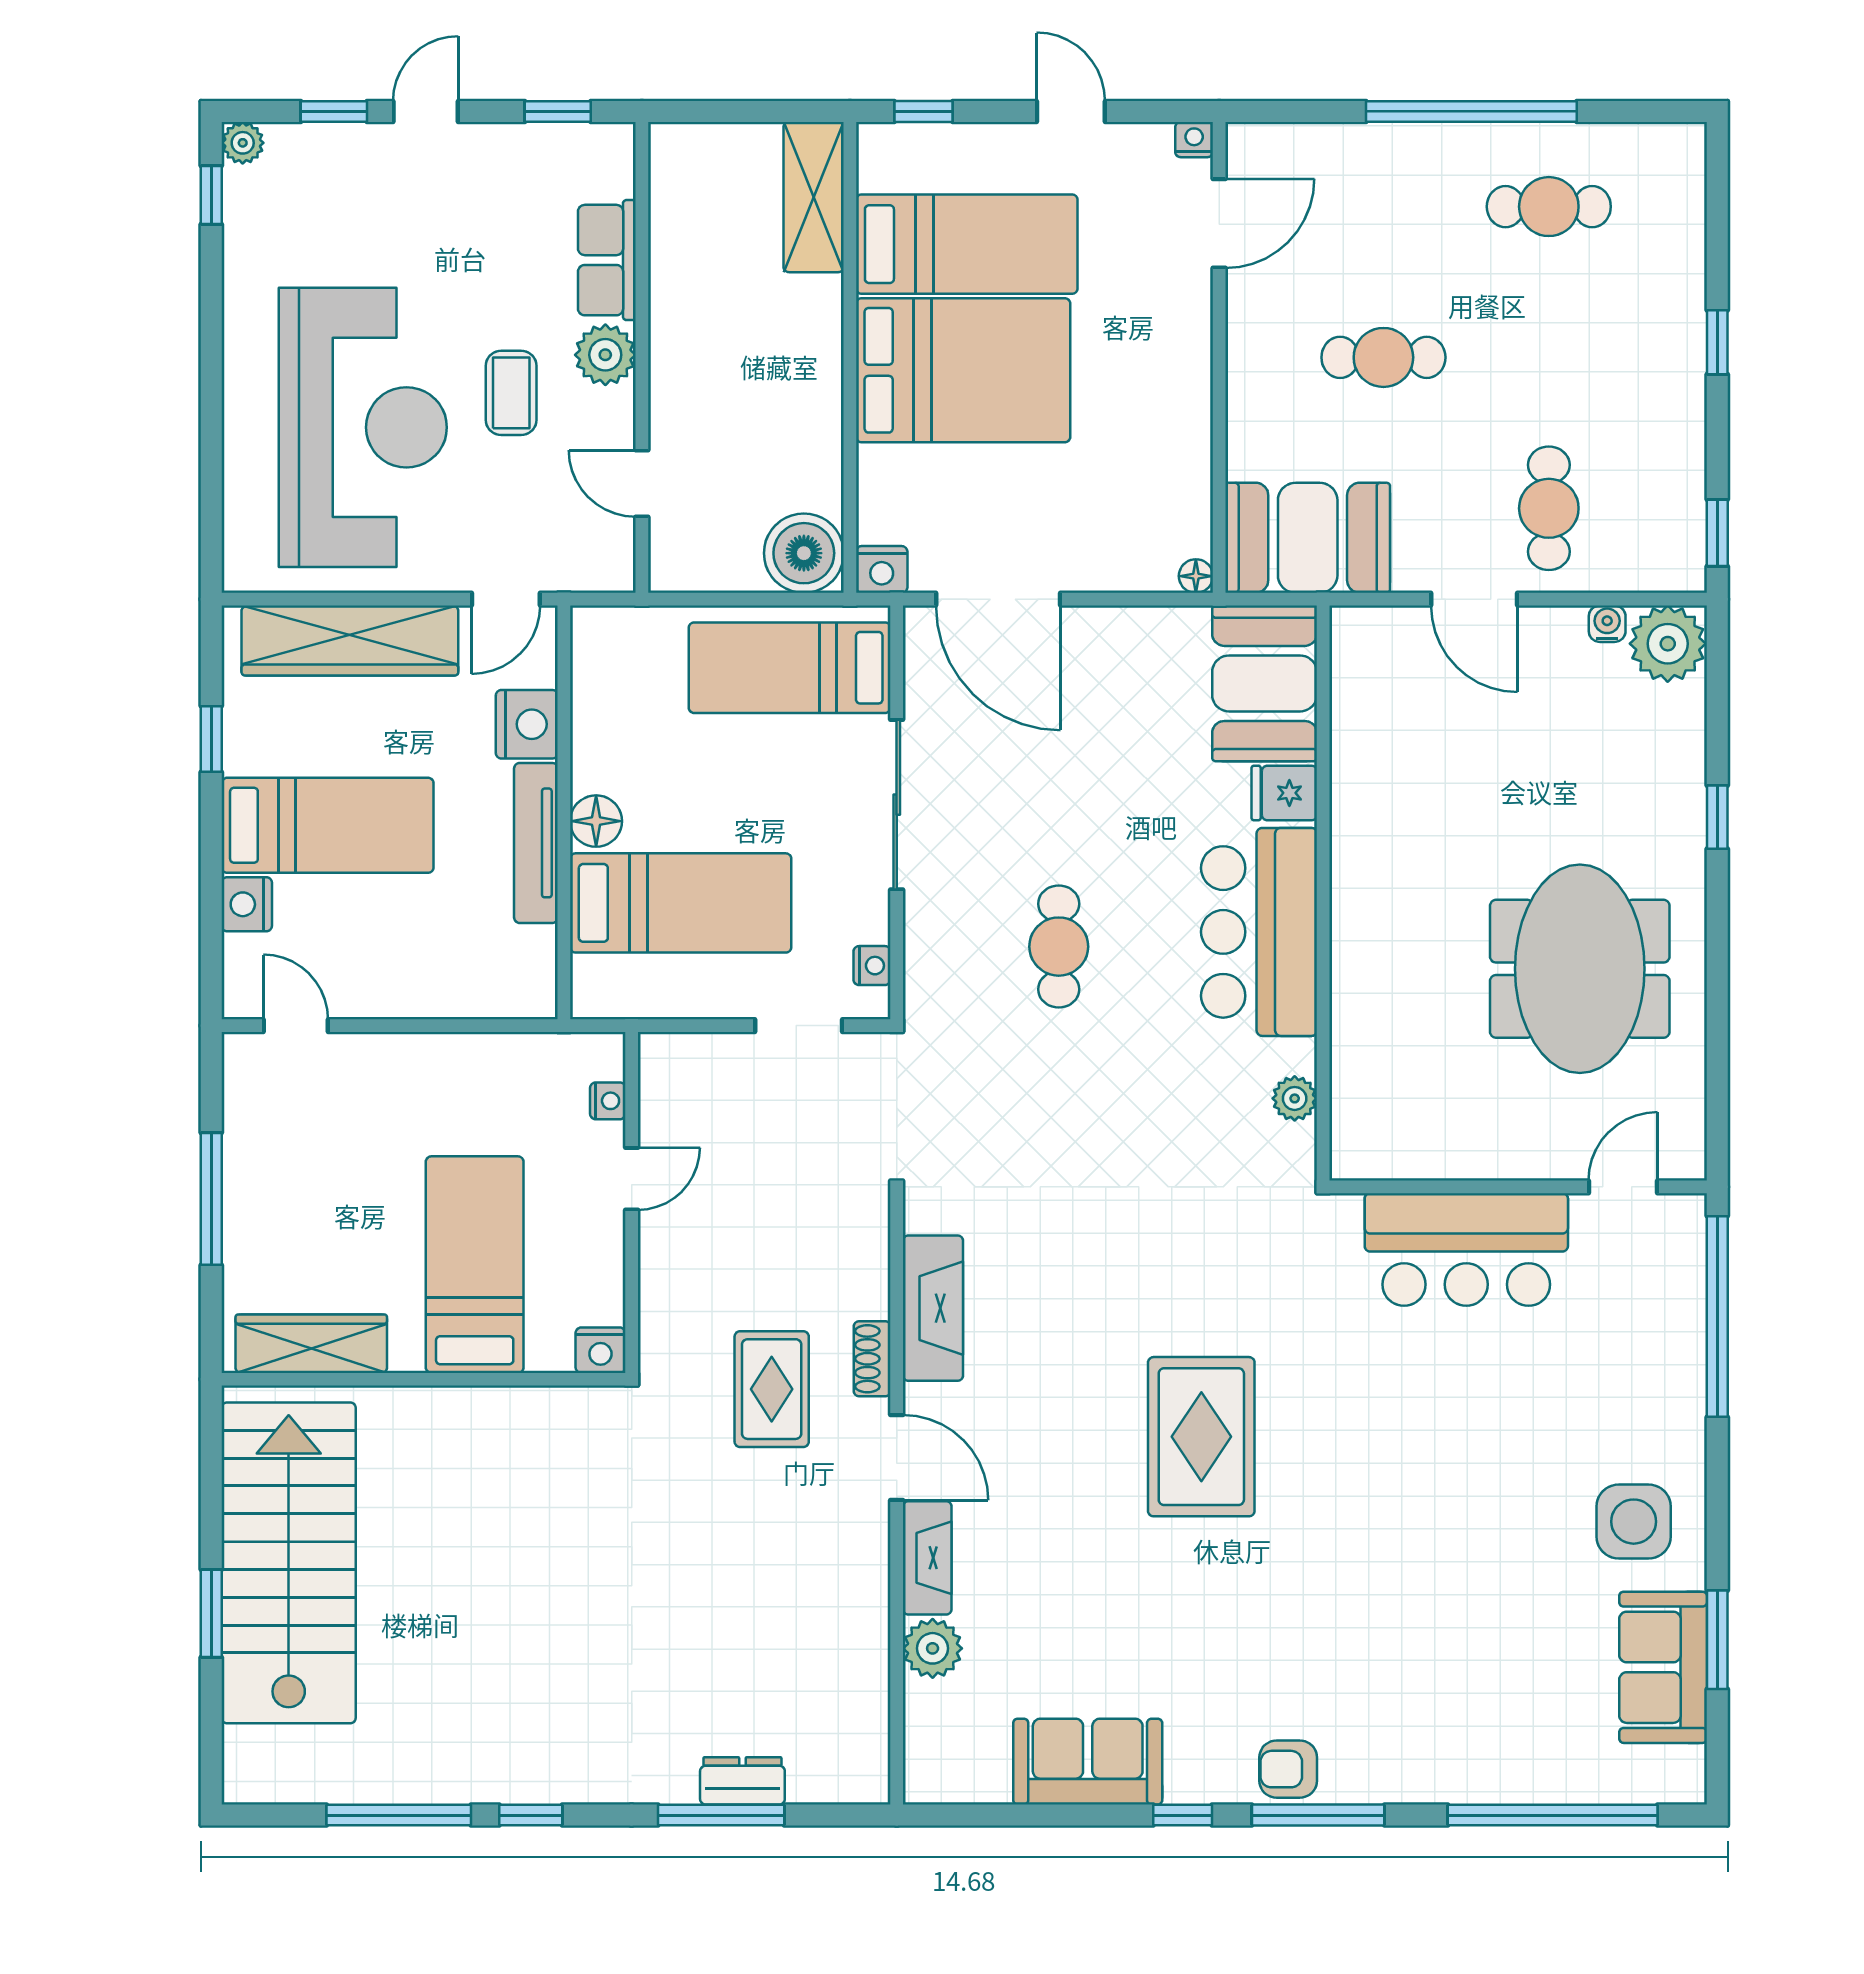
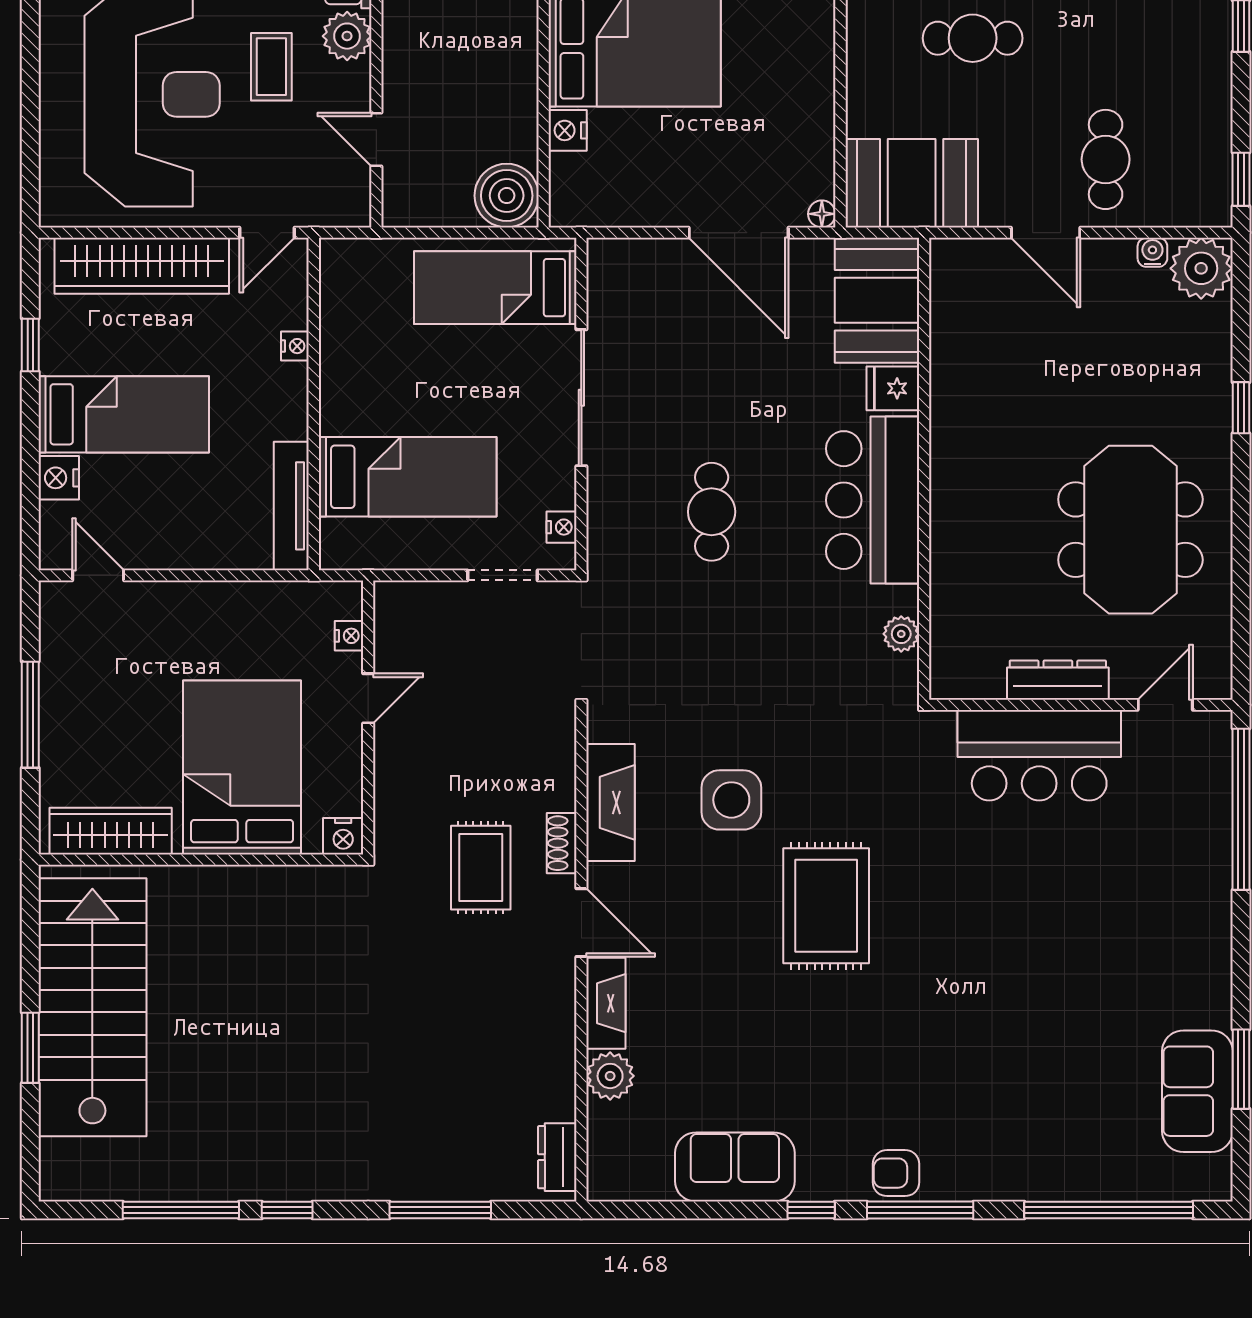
nightstand: (882, 569) -> (568, 130), moved, turned 90
door: (998, 599) -> (739, 233), moved
nightstand: (527, 724) -> (295, 346), width x0.53, depth x0.56
floor lamp: (596, 821) -> (340, 411), removed
tv unit: (536, 843) -> (291, 506), moved
dresser: (1490, 1156) -> (1058, 680), added
bed: (475, 1265) -> (242, 767), width x1.50
side table: (1634, 1522) -> (731, 800), moved
dresser: (742, 1781) -> (557, 1157), moved, turned -90

